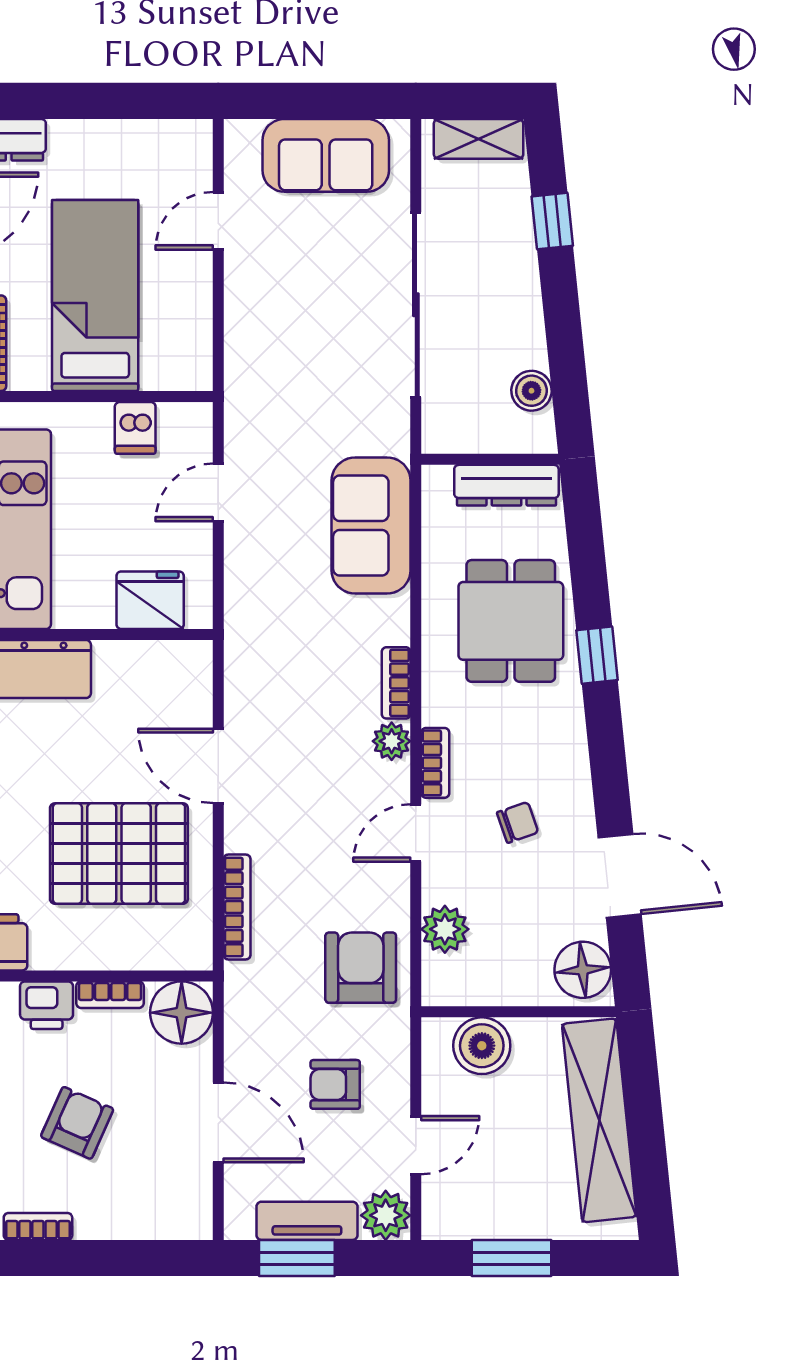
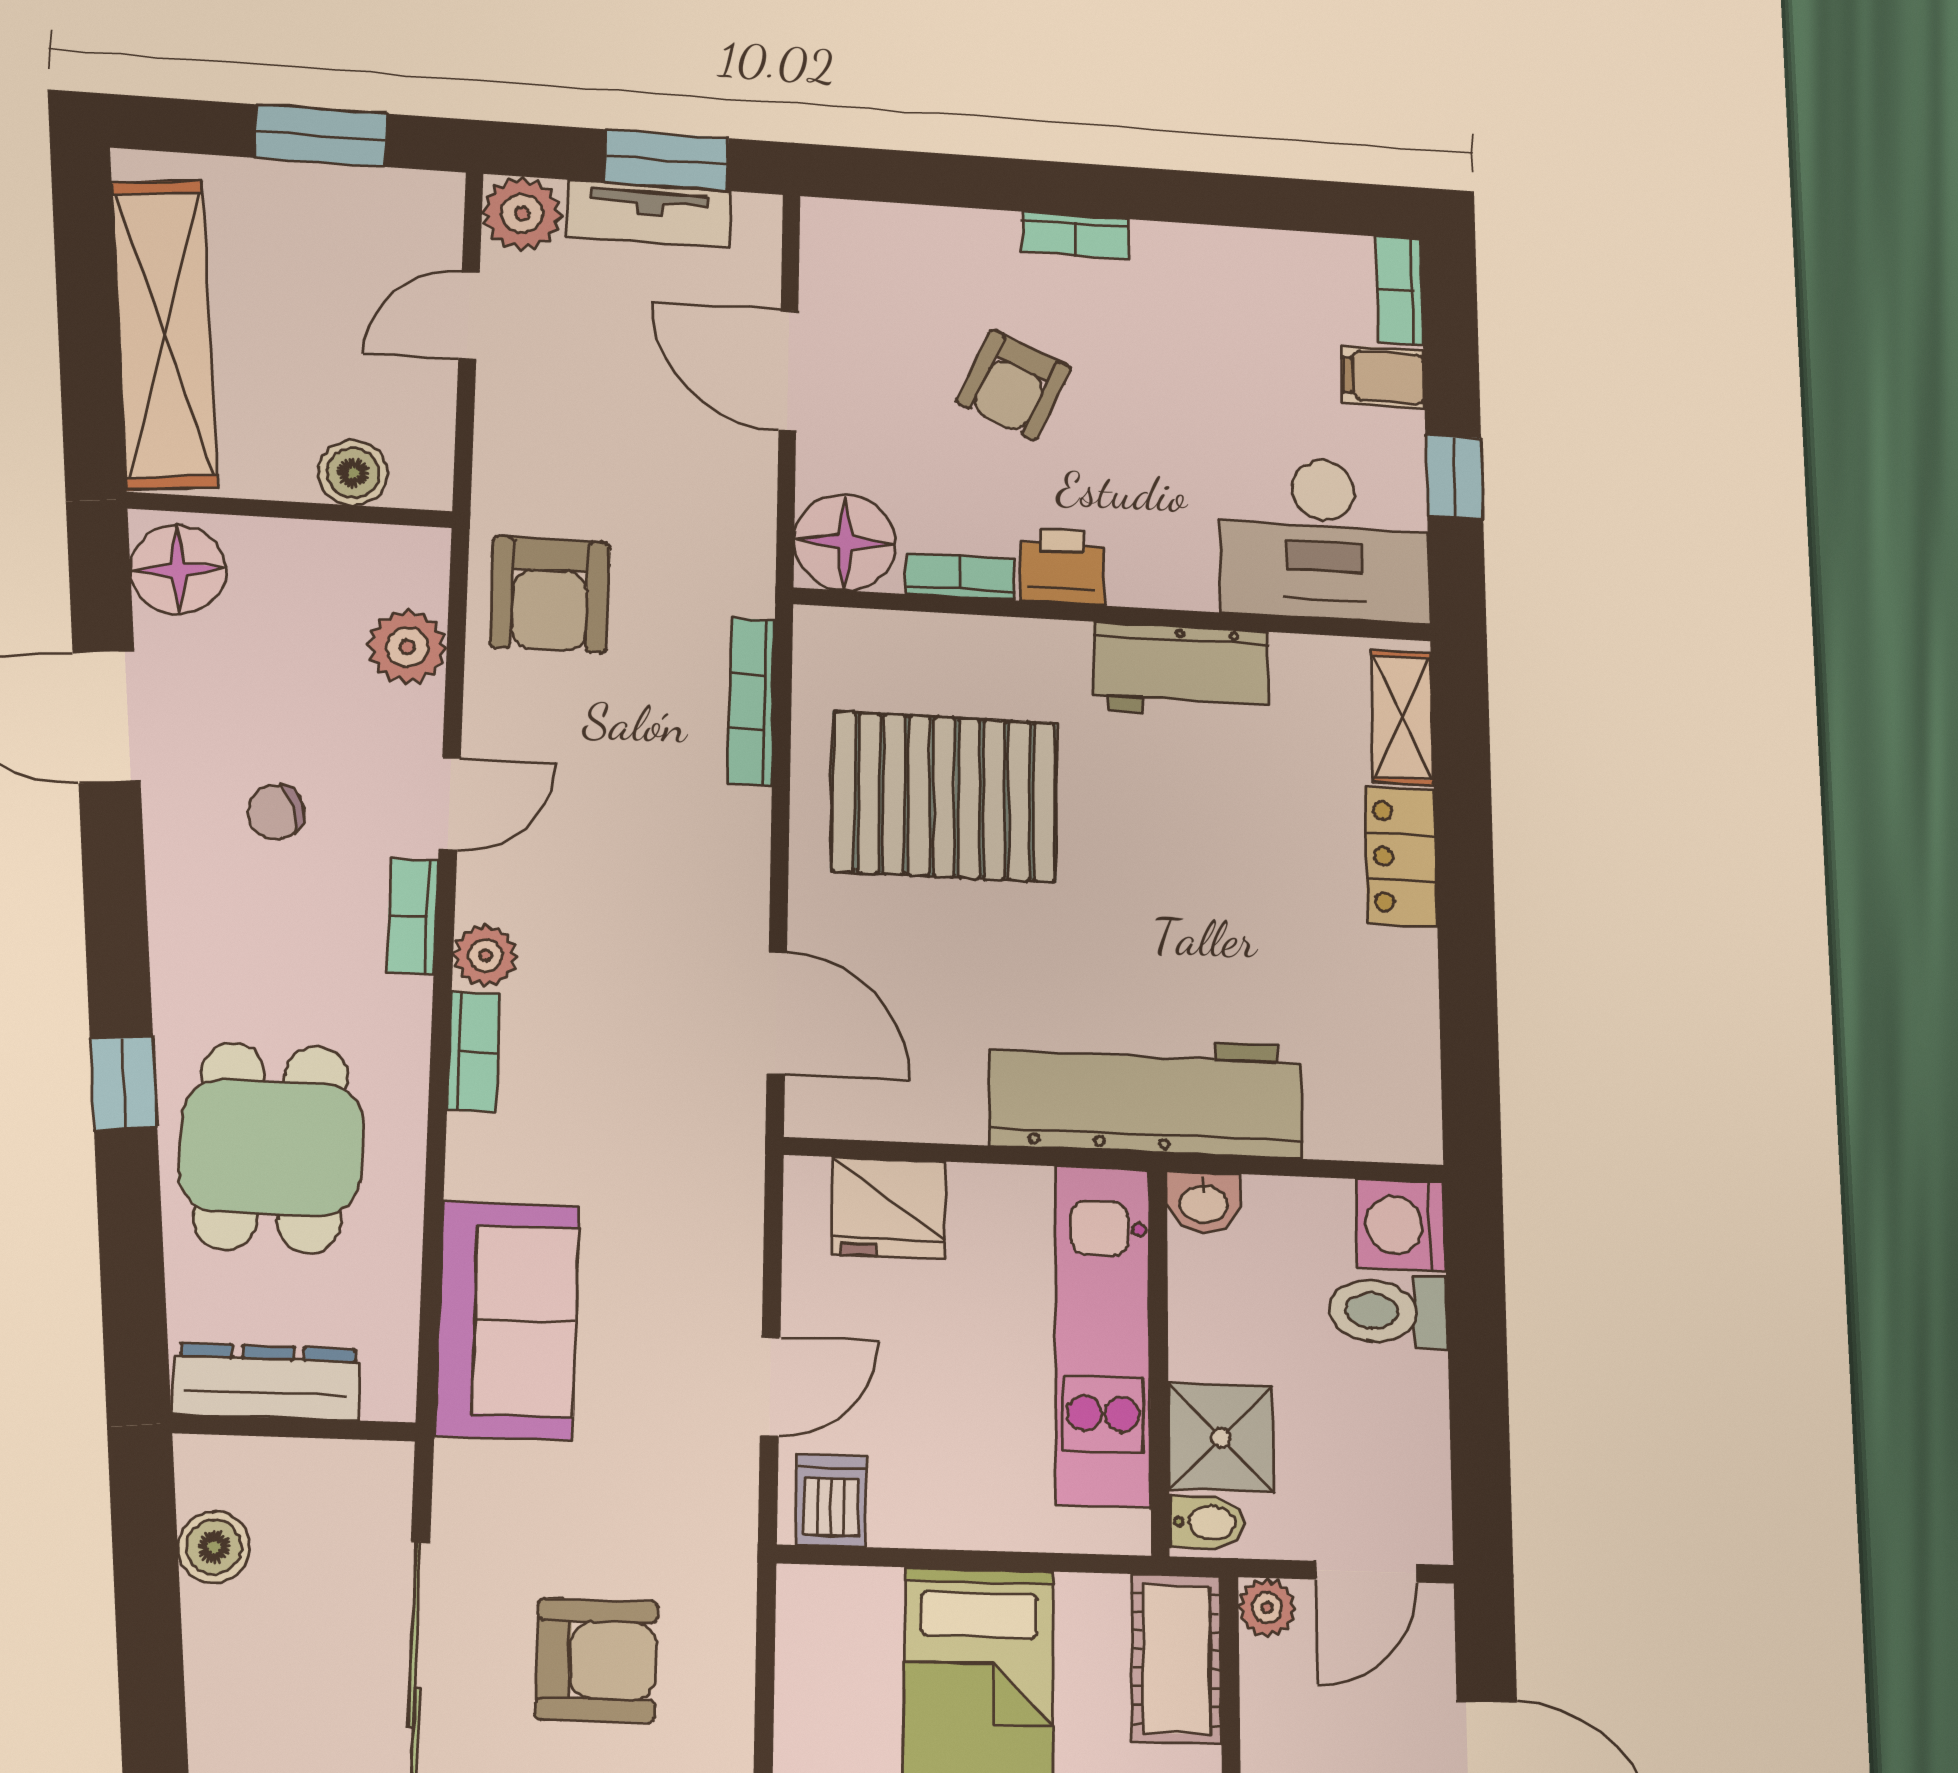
dishwasher: (135, 428) -> (831, 1500), moved
door: (218, 766) -> (777, 1013), moved
boiler: (482, 1046) -> (353, 473), width x0.73, depth x0.73
armchair: (335, 1084) -> (597, 1660), moved, width x1.38, depth x1.38

